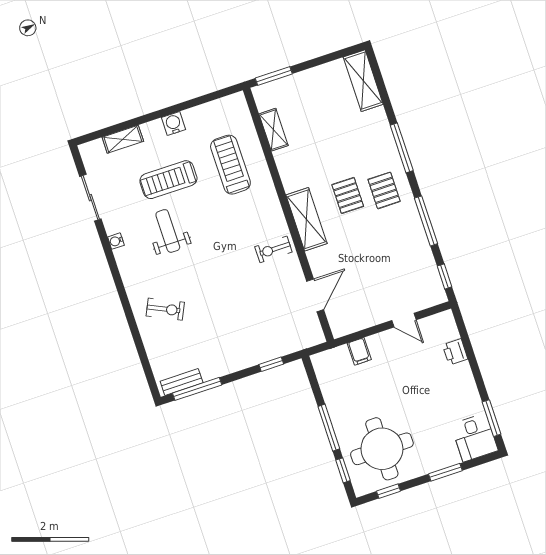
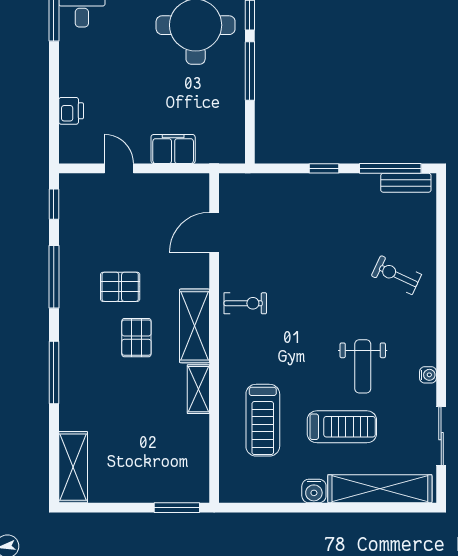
shelving: (273, 130) -> (198, 389), moved
shelving: (123, 139) -> (380, 489), width x2.20, depth x1.33
pallet: (384, 190) -> (120, 287), moved, turned 90
filing cabinet: (359, 351) -> (173, 149), width x2.00
window: (271, 364) -> (324, 168), moved

